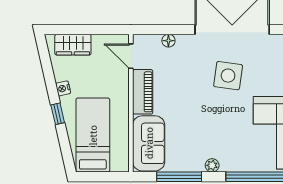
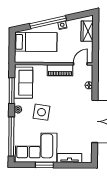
side table: (228, 76) -> (42, 112), moved
window: (58, 114) -> (48, 22), width x3.17
sofa: (149, 143) -> (23, 83), moved, turned -90

